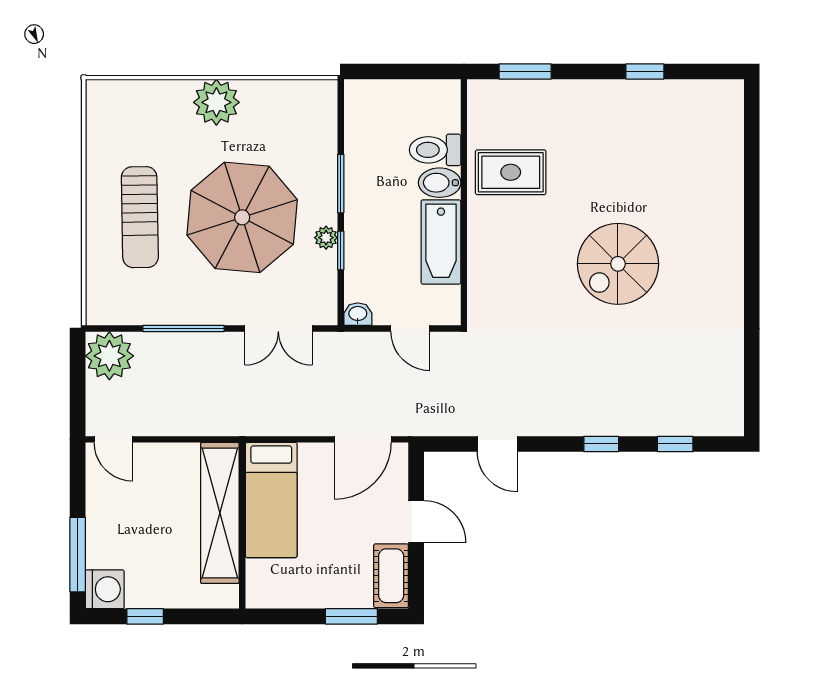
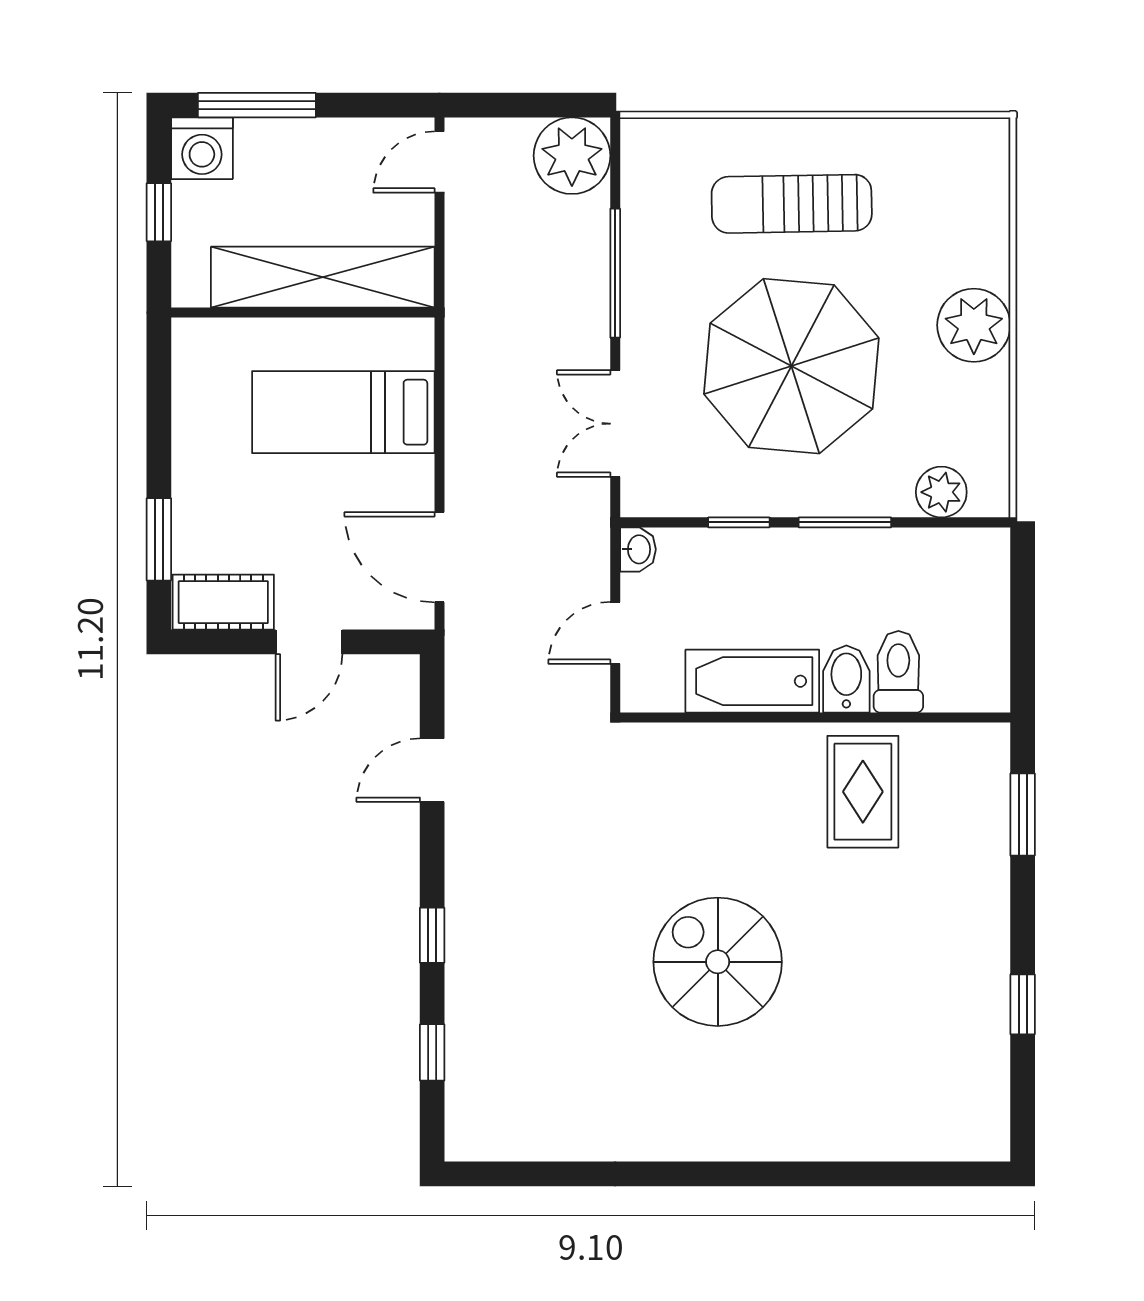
plant: (326, 238) -> (941, 492), moved, width x1.38, depth x1.38
shelving: (220, 513) -> (323, 277), moved
wall: (242, 526) -> (303, 313), moved

